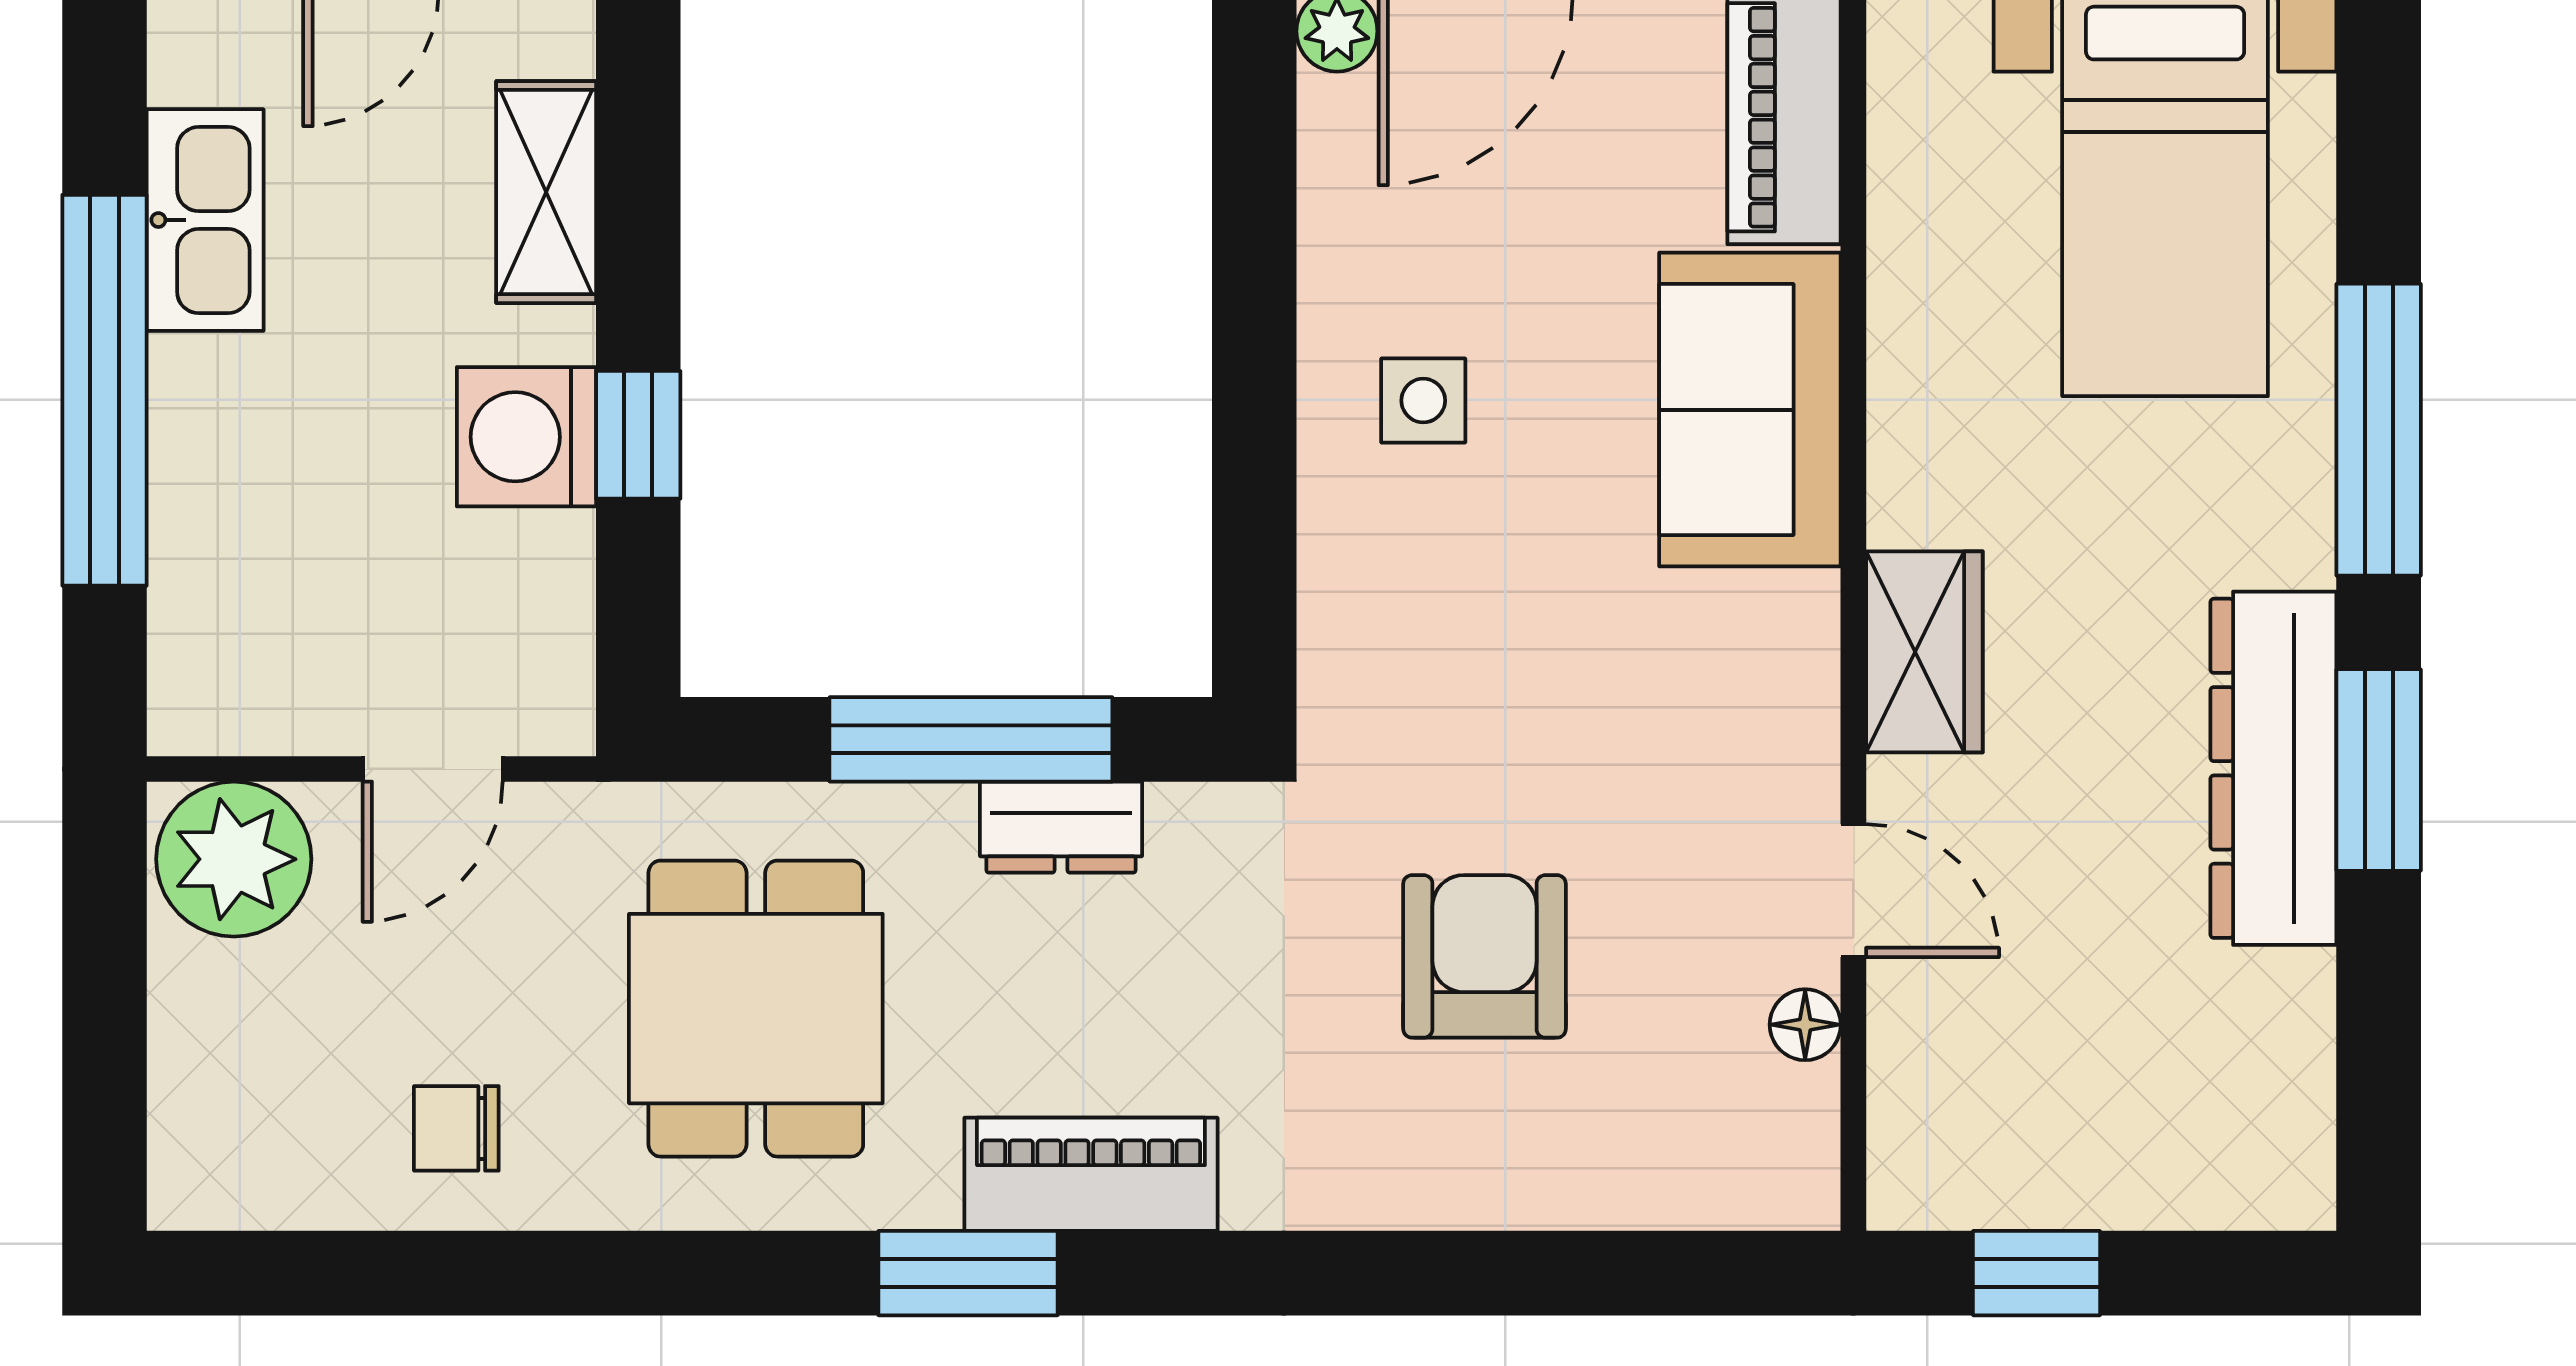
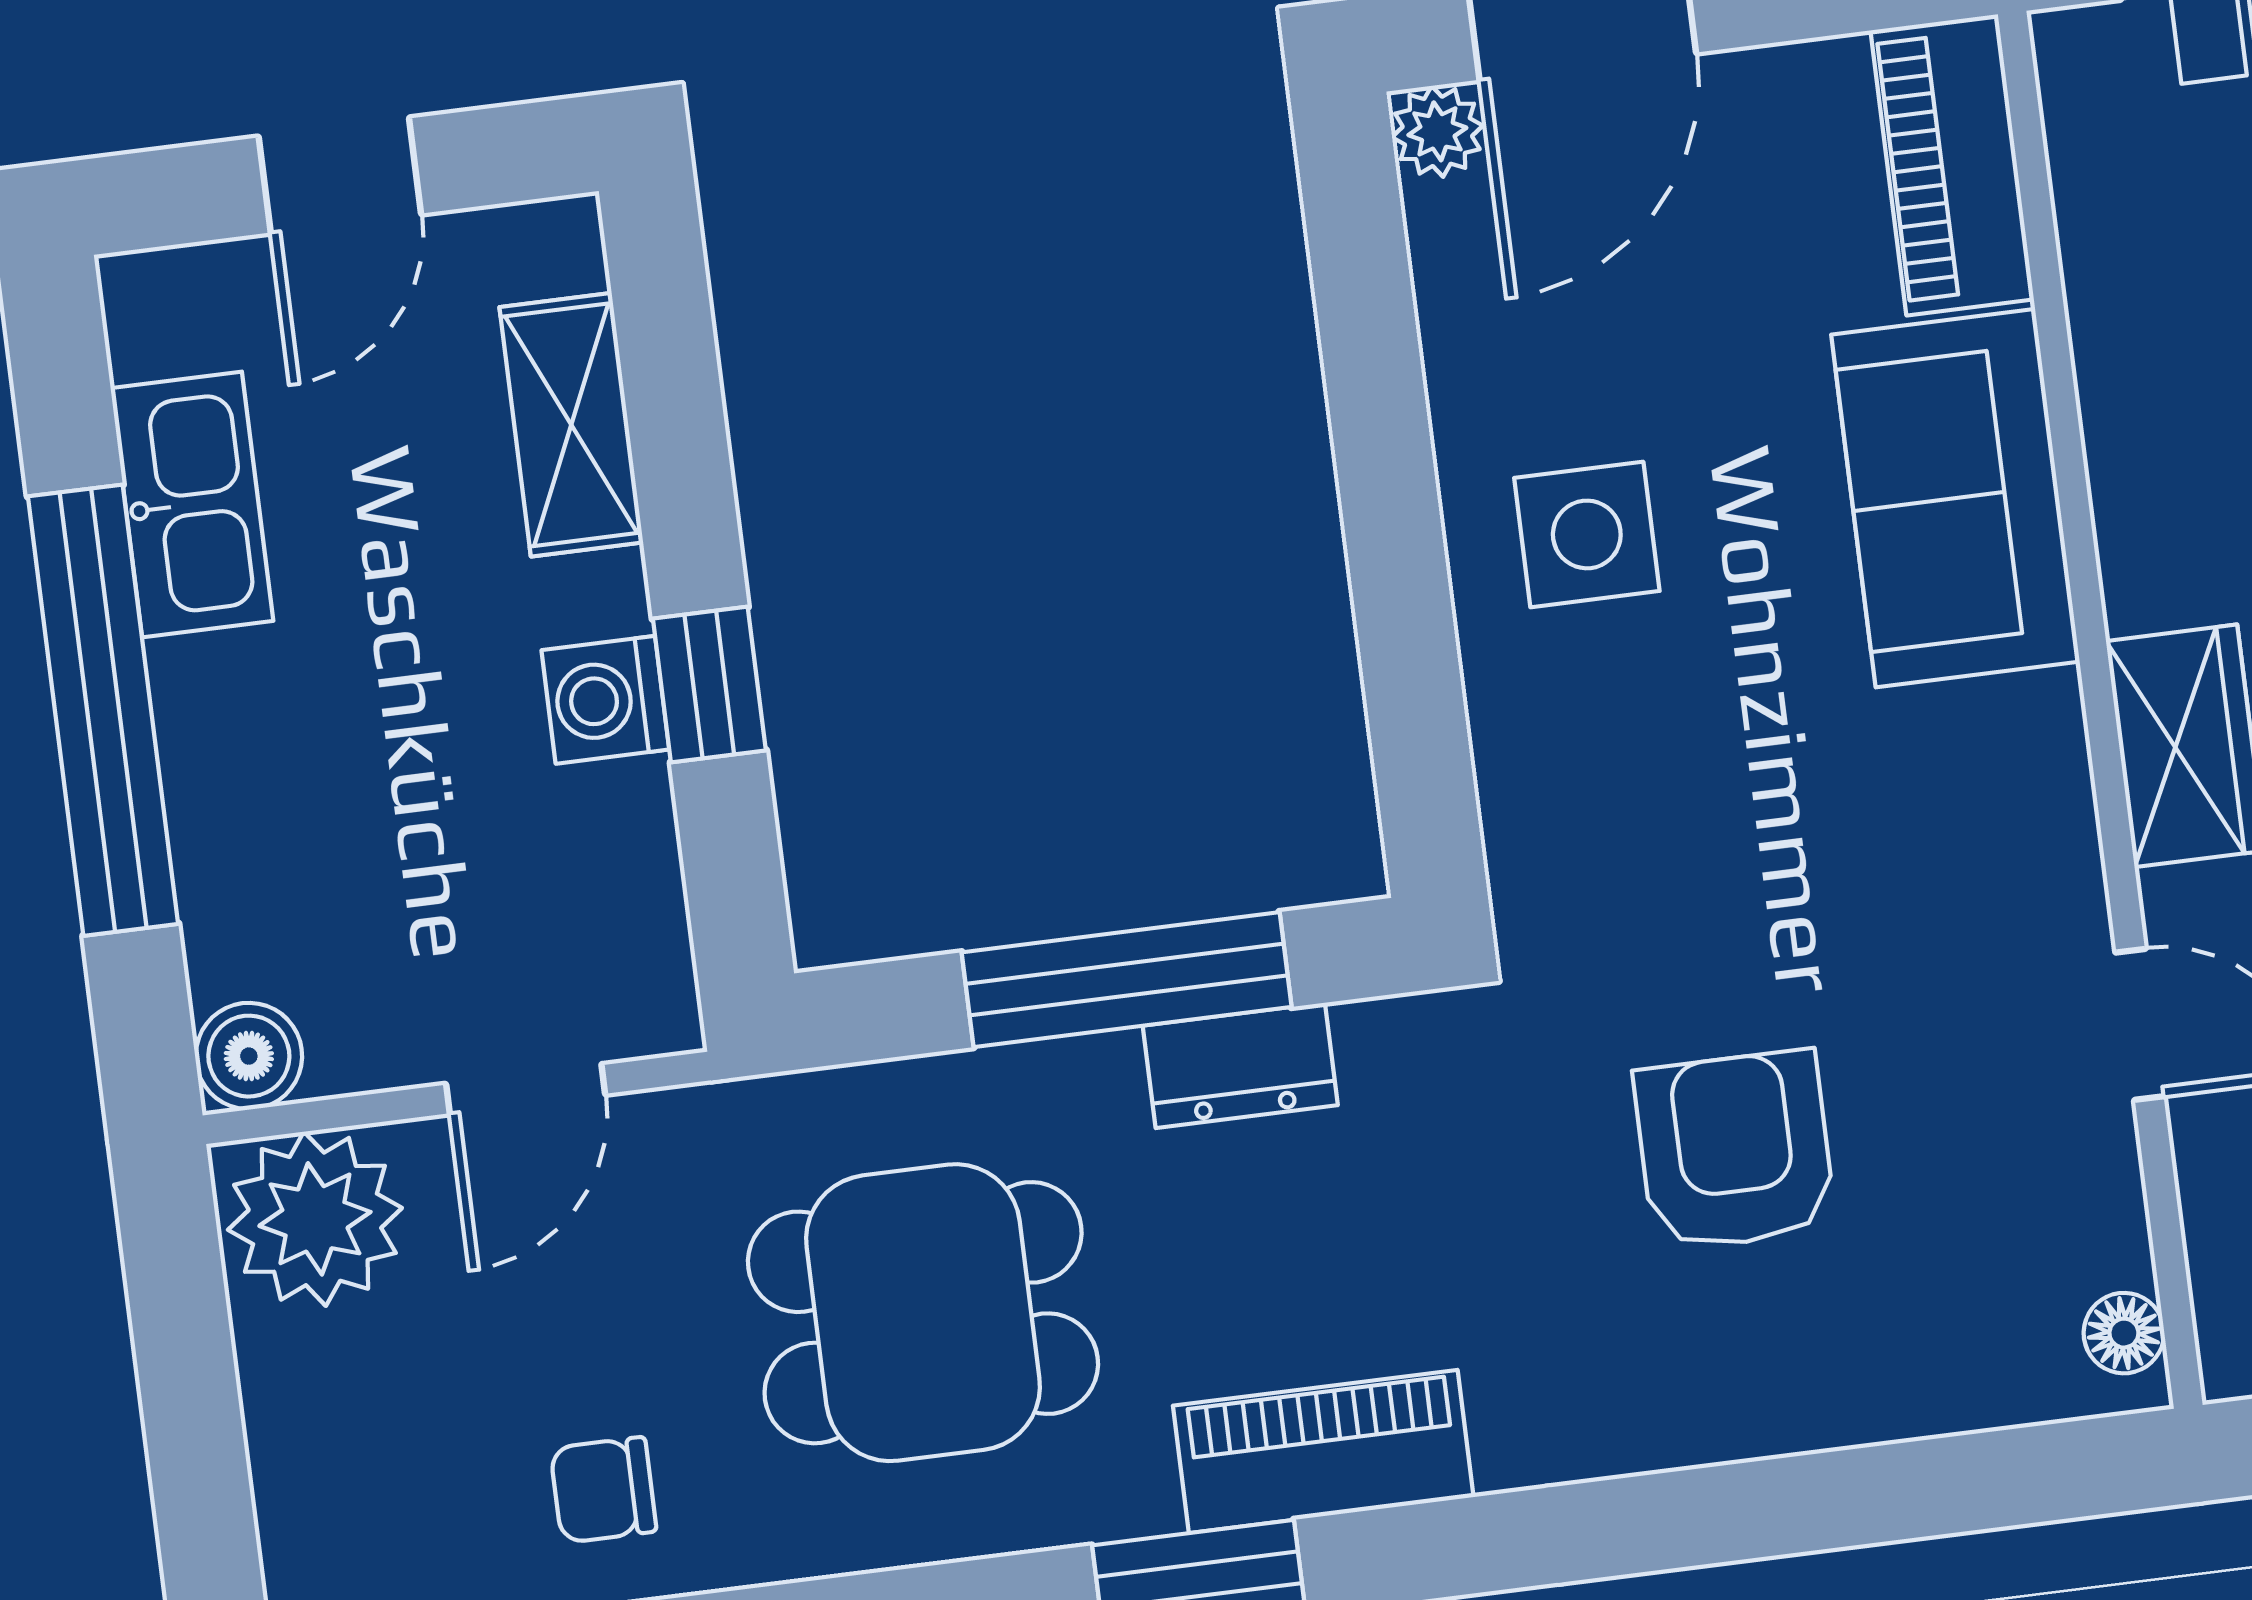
side table: (1423, 401) -> (1587, 534), width x1.37, depth x1.37
washing machine: (526, 437) -> (605, 700), width x0.73, depth x0.73
boiler: (194, 709) -> (249, 1056), added
dining table: (756, 1009) -> (923, 1313), turned 90
floor lamp: (1805, 1025) -> (2124, 1333), moved

